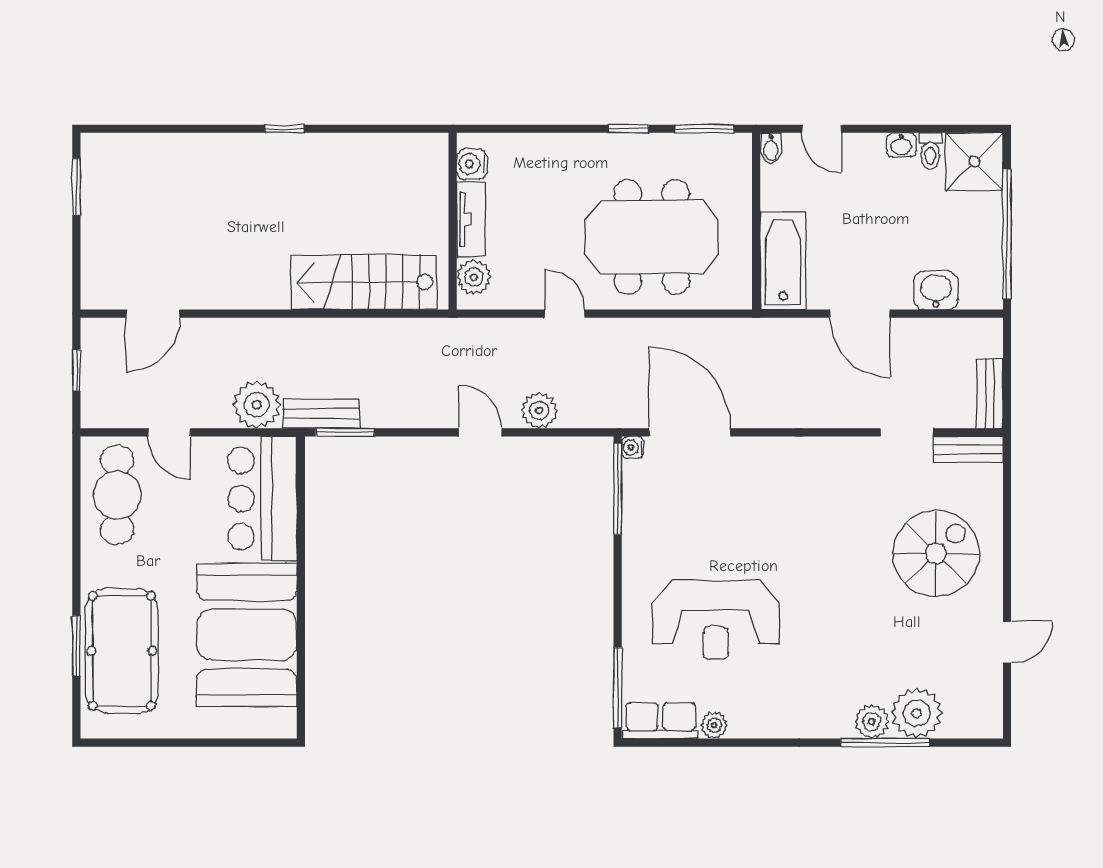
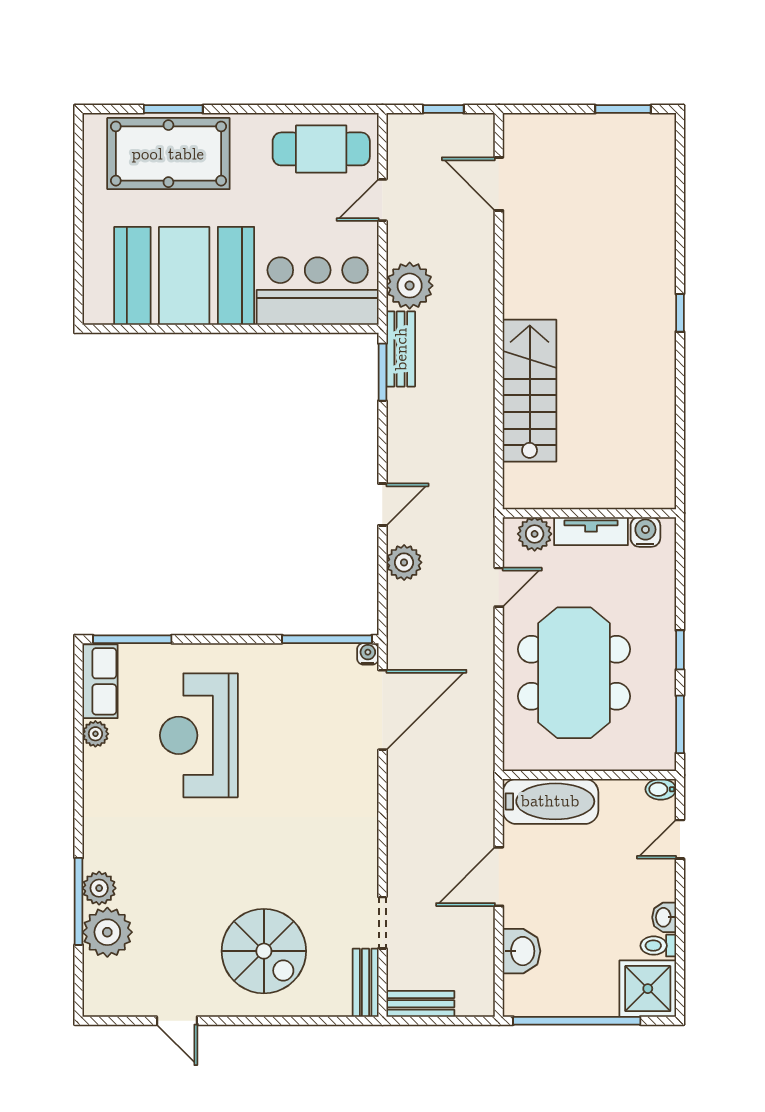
water cooler: (472, 164) -> (645, 532), moved
tv unit: (471, 220) -> (591, 531), moved
wall: (453, 221) -> (589, 513), moved
plant: (474, 277) -> (535, 534), moved

